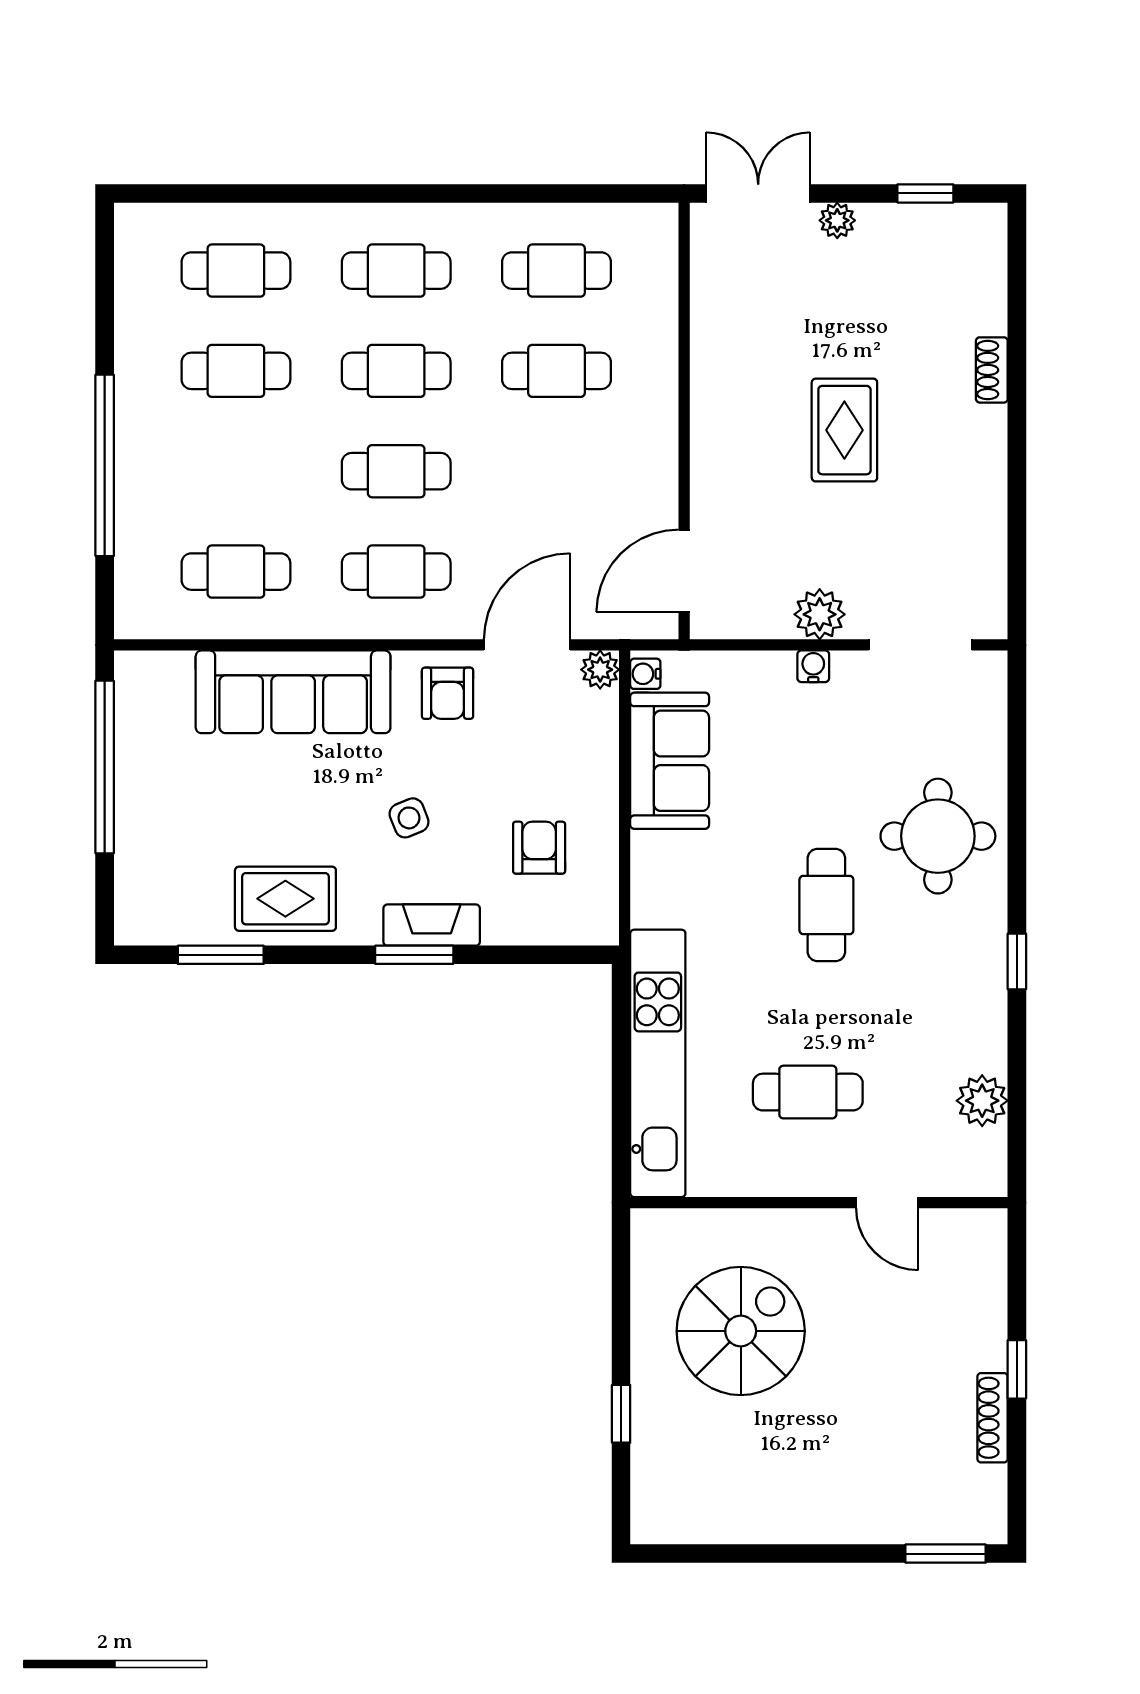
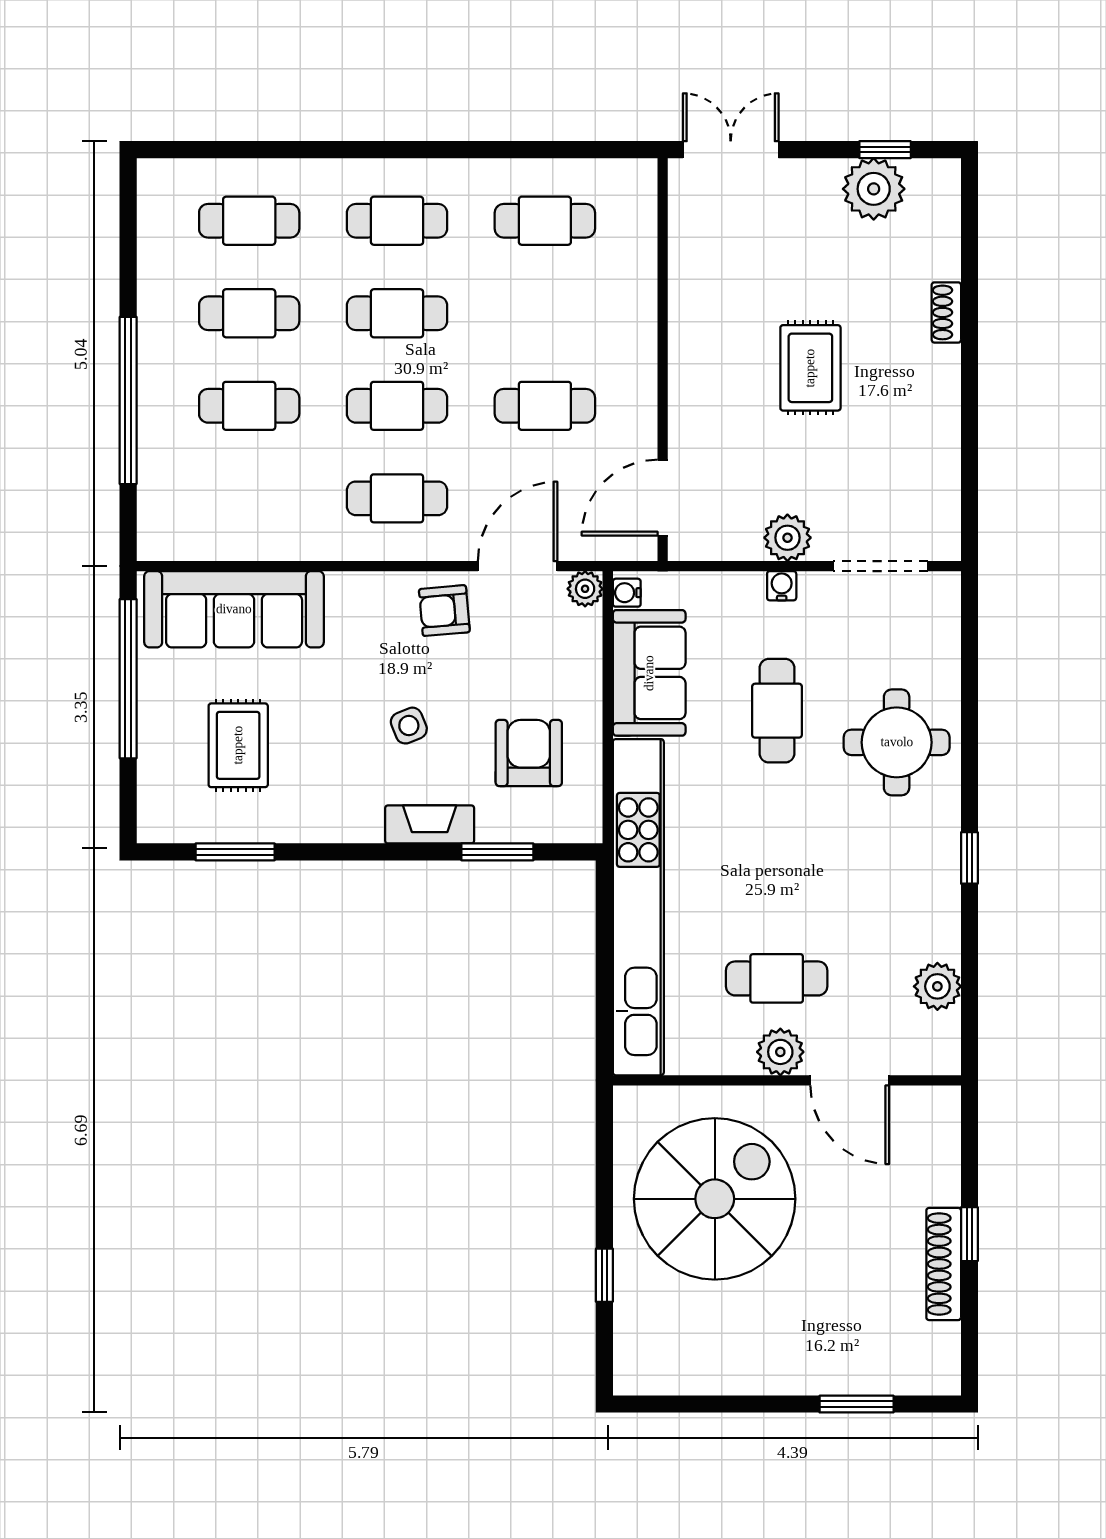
plant: (837, 220) -> (874, 189), moved, width x1.87, depth x1.87
cafe table: (557, 371) -> (545, 406), moved
cafe table: (236, 572) -> (249, 406), moved
sofa: (293, 692) -> (234, 609), moved
armchair: (448, 693) -> (444, 611), turned 85
armchair: (539, 848) -> (529, 753), width x1.38, depth x1.38
rug: (285, 899) -> (238, 745), moved, turned 90
cafe table: (826, 905) -> (777, 711), moved
window: (414, 955) -> (497, 852), moved
kitchen unit: (658, 1063) -> (638, 907), width x1.36
plant: (812, 1172) -> (780, 1052), added
door: (887, 1203) -> (850, 1080), width x1.37
spiral stairs: (741, 1331) -> (715, 1199), width x1.37, depth x1.37
shoe rack: (993, 1418) -> (944, 1264), width x1.36, depth x1.24
window: (946, 1554) -> (857, 1404), moved

